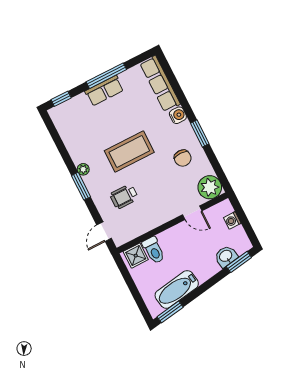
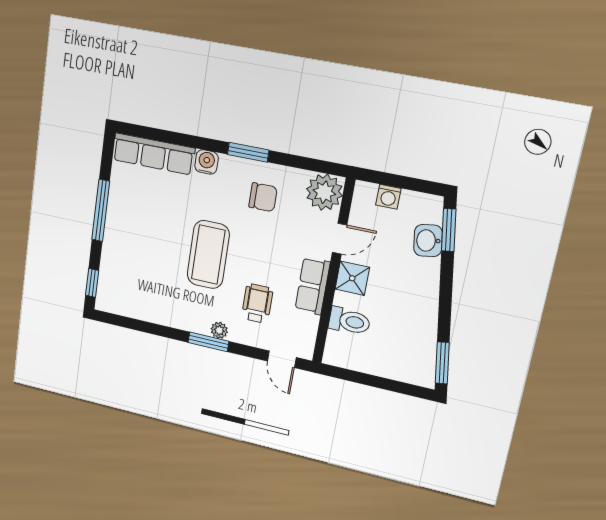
row of seats: (104, 91) -> (312, 286), moved, turned 180
plant: (83, 169) -> (219, 330), moved
wheelchair: (124, 196) -> (257, 303), turned 180
shower: (136, 256) -> (352, 278), moved
bathtub: (177, 289) -> (421, 333), removed

